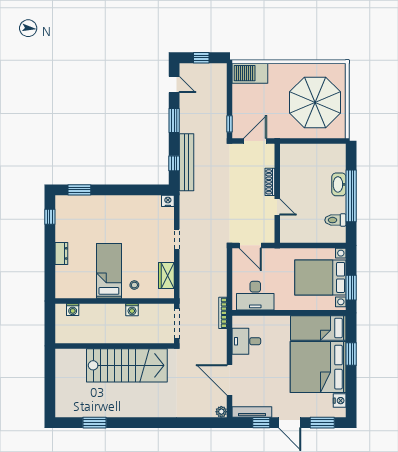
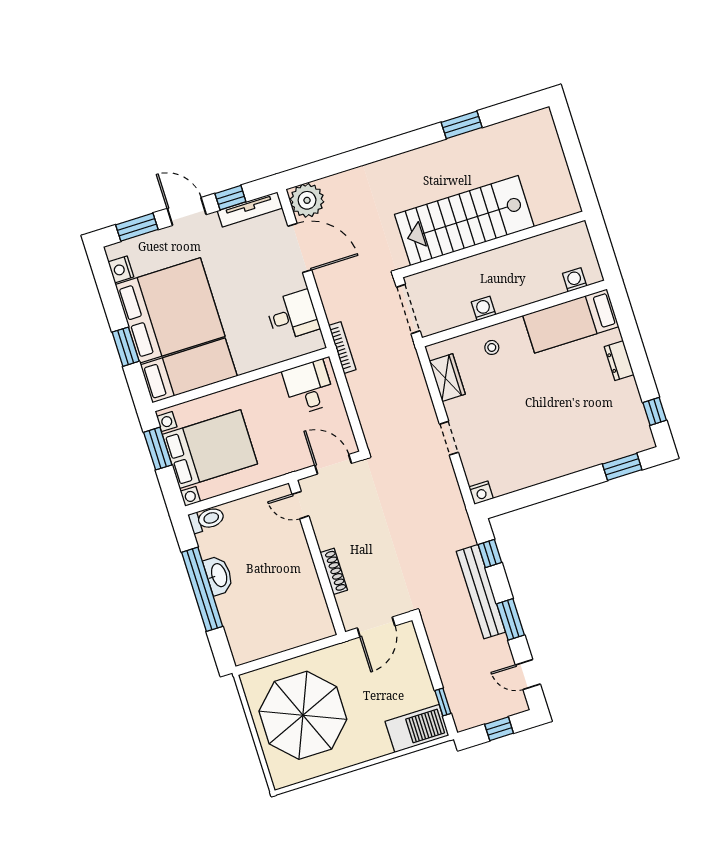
window: (230, 124) -> (443, 702), moved
bench: (186, 162) -> (481, 592), moved
washbasin: (339, 184) -> (219, 575), moved
door: (277, 207) -> (300, 505), moved
toilet: (335, 220) -> (207, 519), moved
bed: (109, 271) -> (571, 321), moved, turned 90
desk: (255, 296) -> (309, 387), width x0.73
plant: (221, 412) -> (307, 200), width x1.88, depth x1.88
window: (95, 423) -> (462, 125), moved

